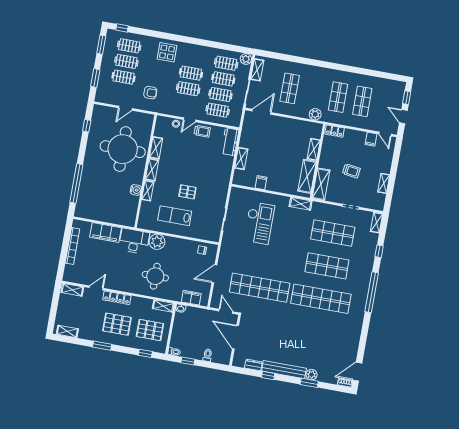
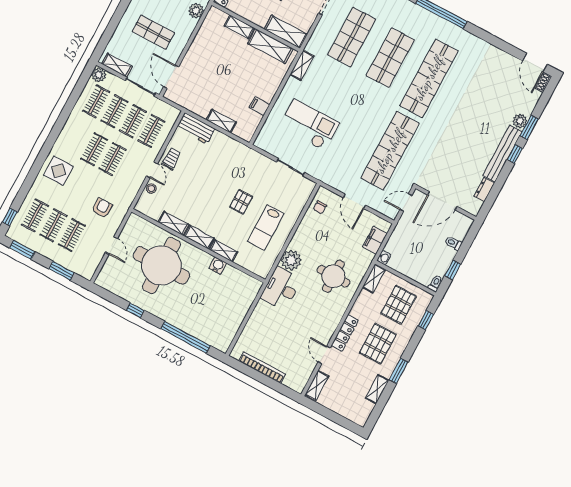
window: (87, 126) -> (135, 310), moved
filing cabinet: (106, 232) -> (259, 321), removed
shelving: (67, 331) -> (377, 389), moved
window: (268, 375) -> (515, 154), moved

